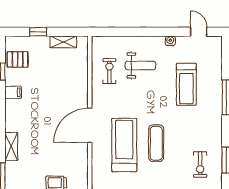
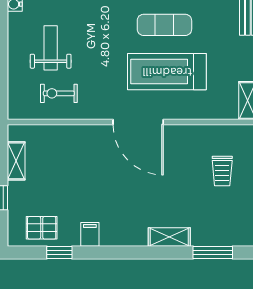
pallet: (18, 59) -> (42, 228), turned 90

